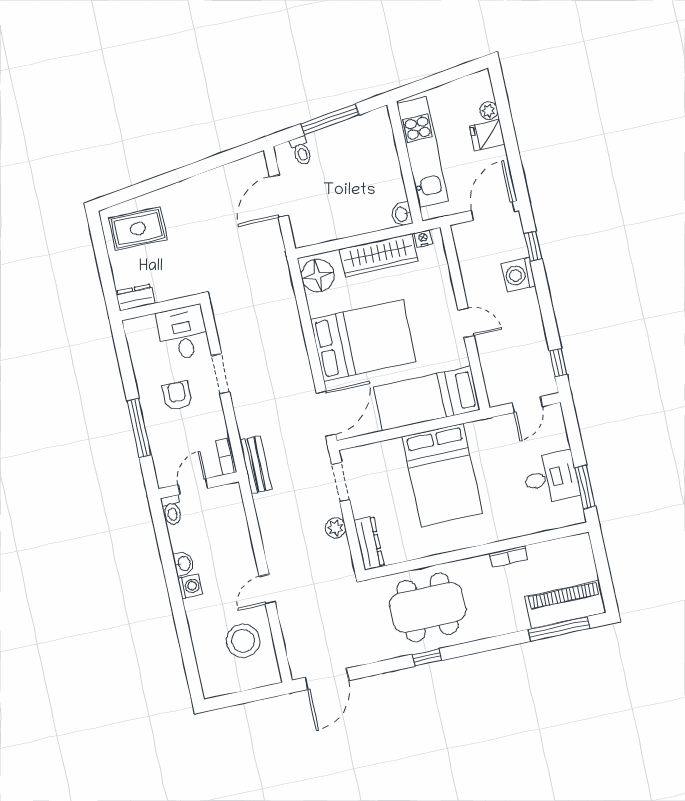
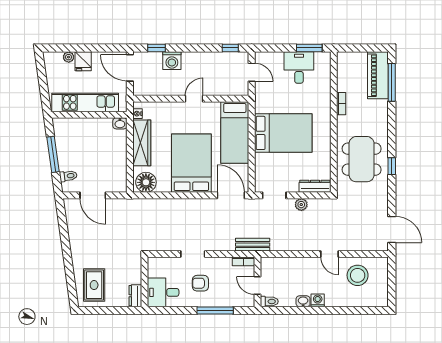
desk: (183, 333) -> (163, 292), moved

